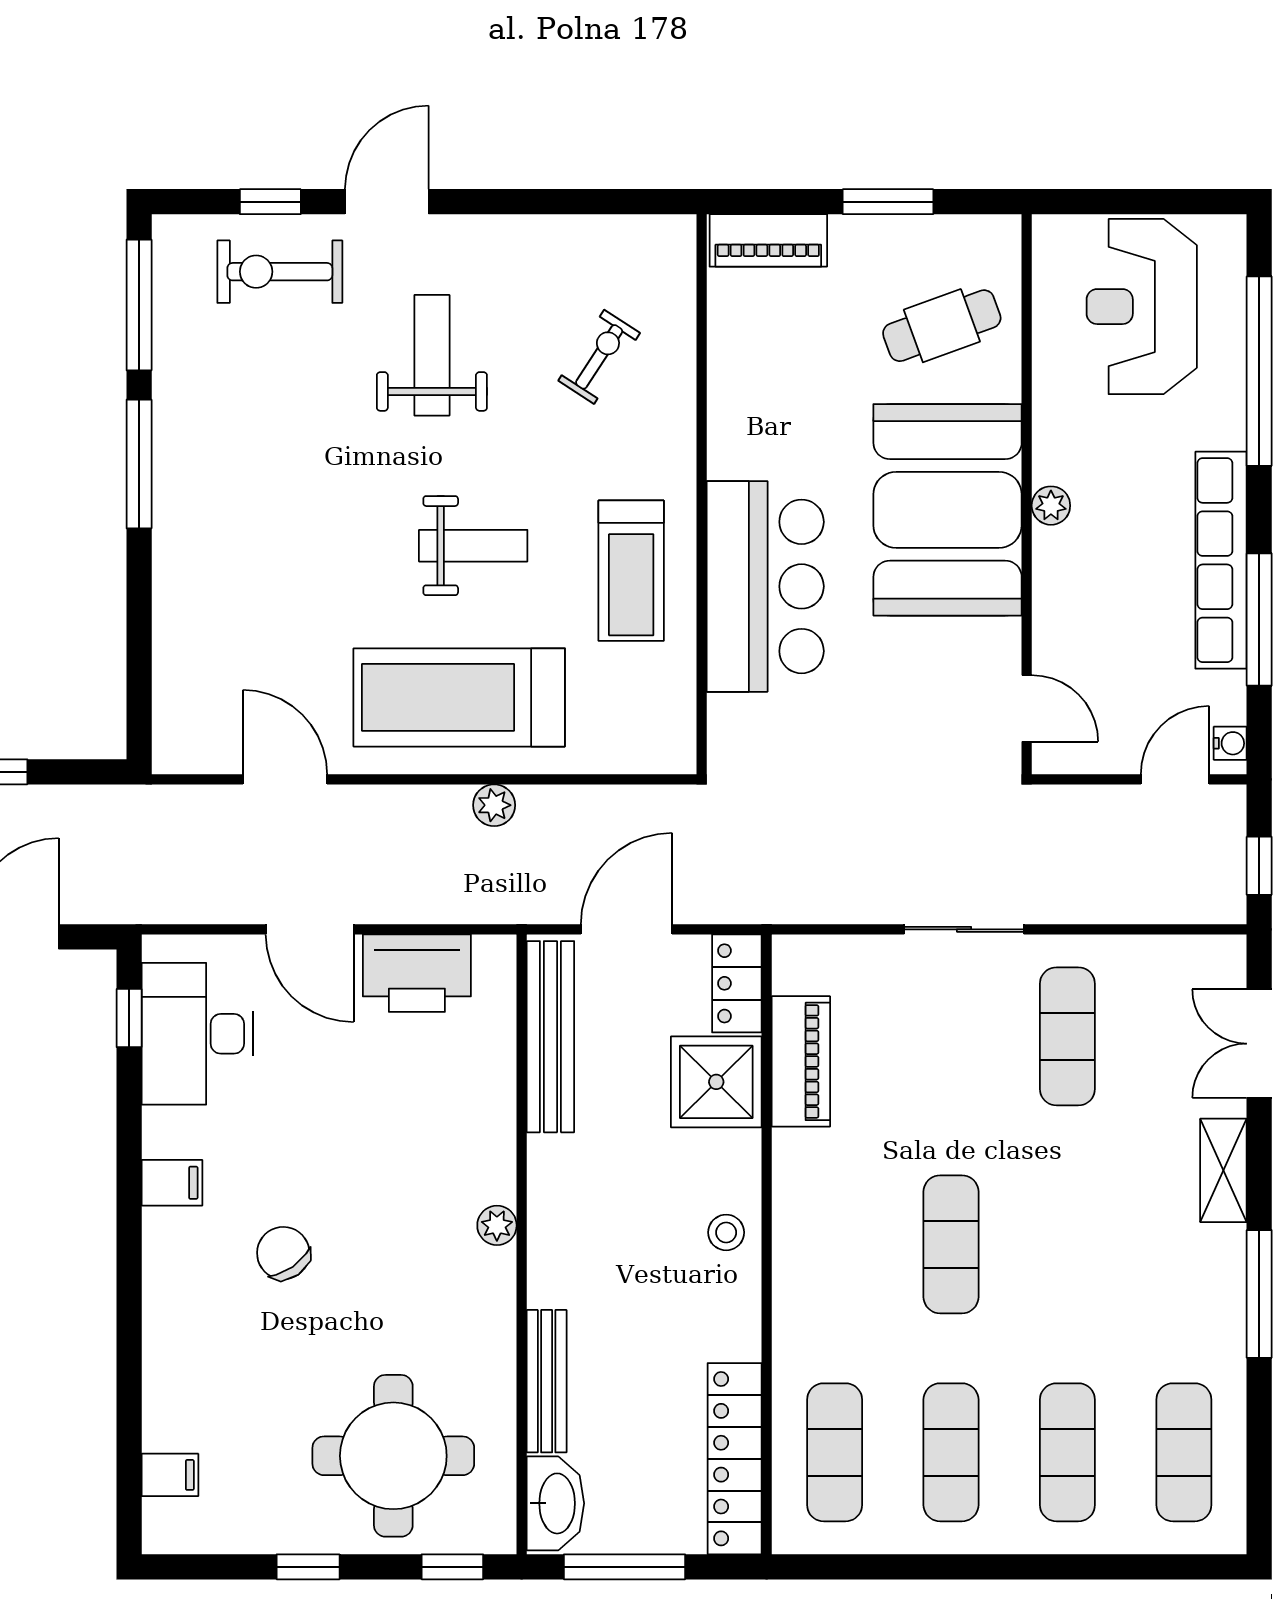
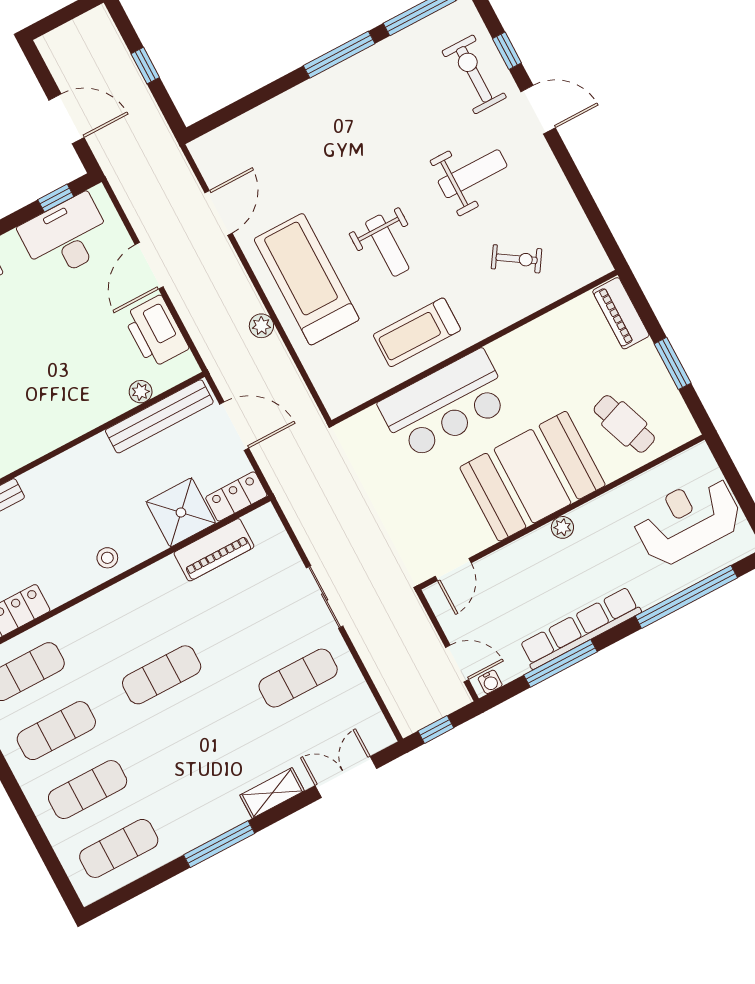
plant: (497, 1225) -> (141, 392), moved

